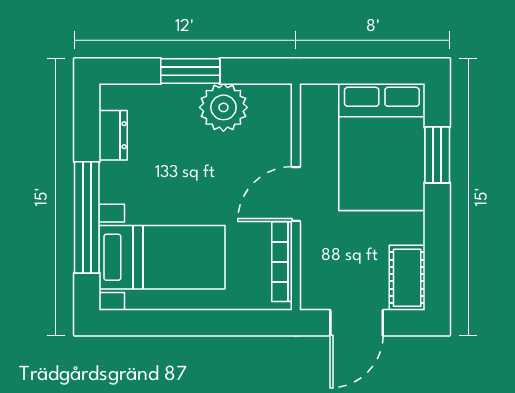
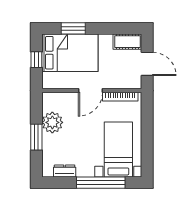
window: (366, 71) -> (36, 60), added
door: (296, 194) -> (90, 91), hinge flipped

